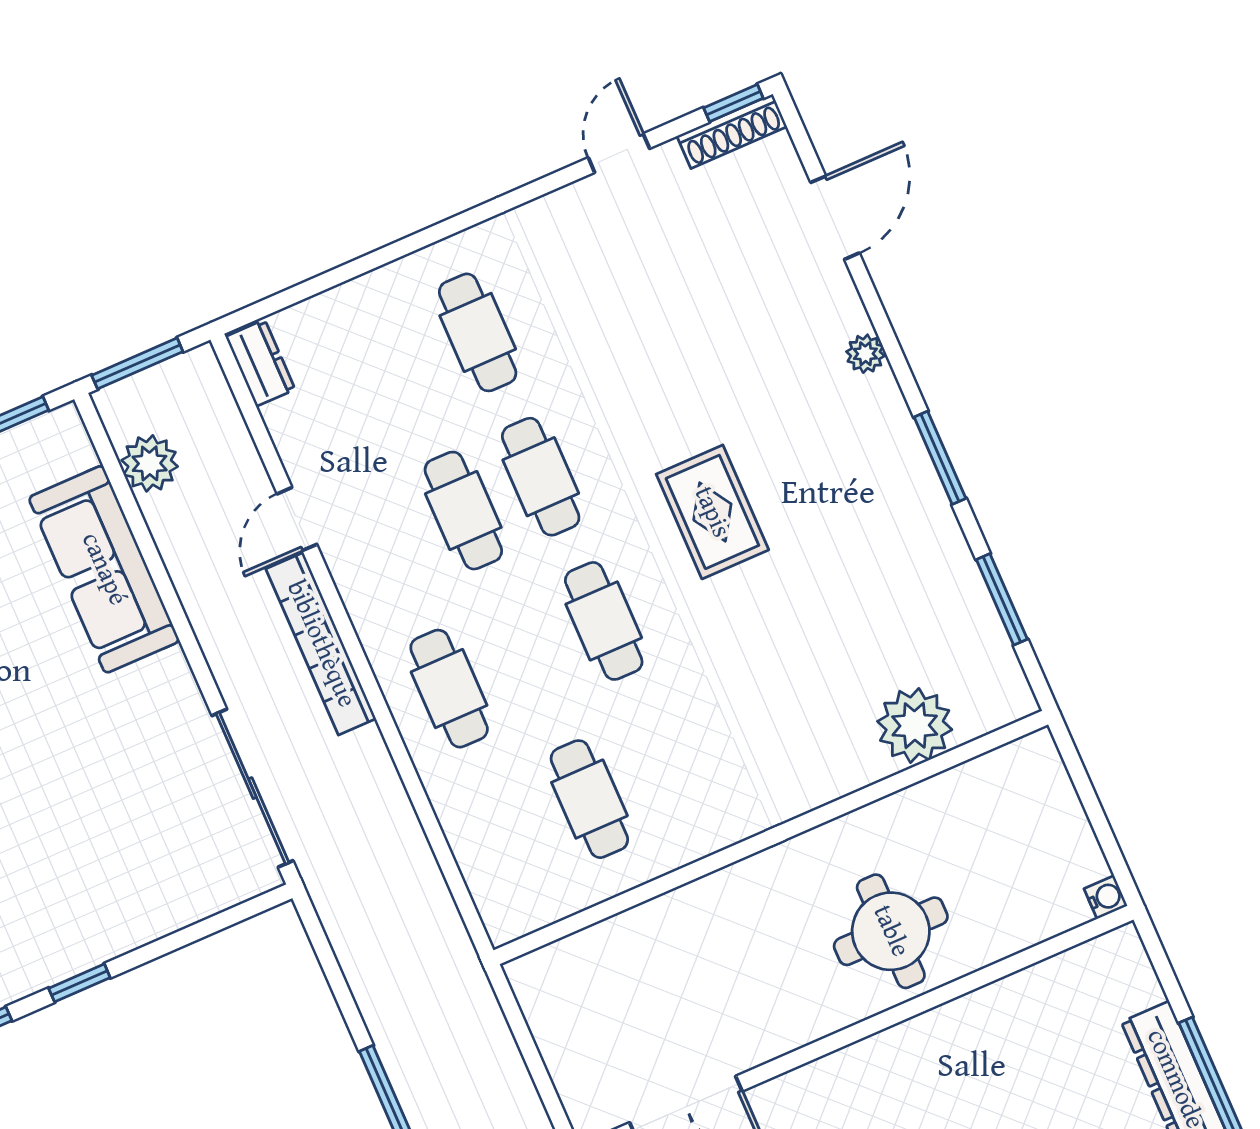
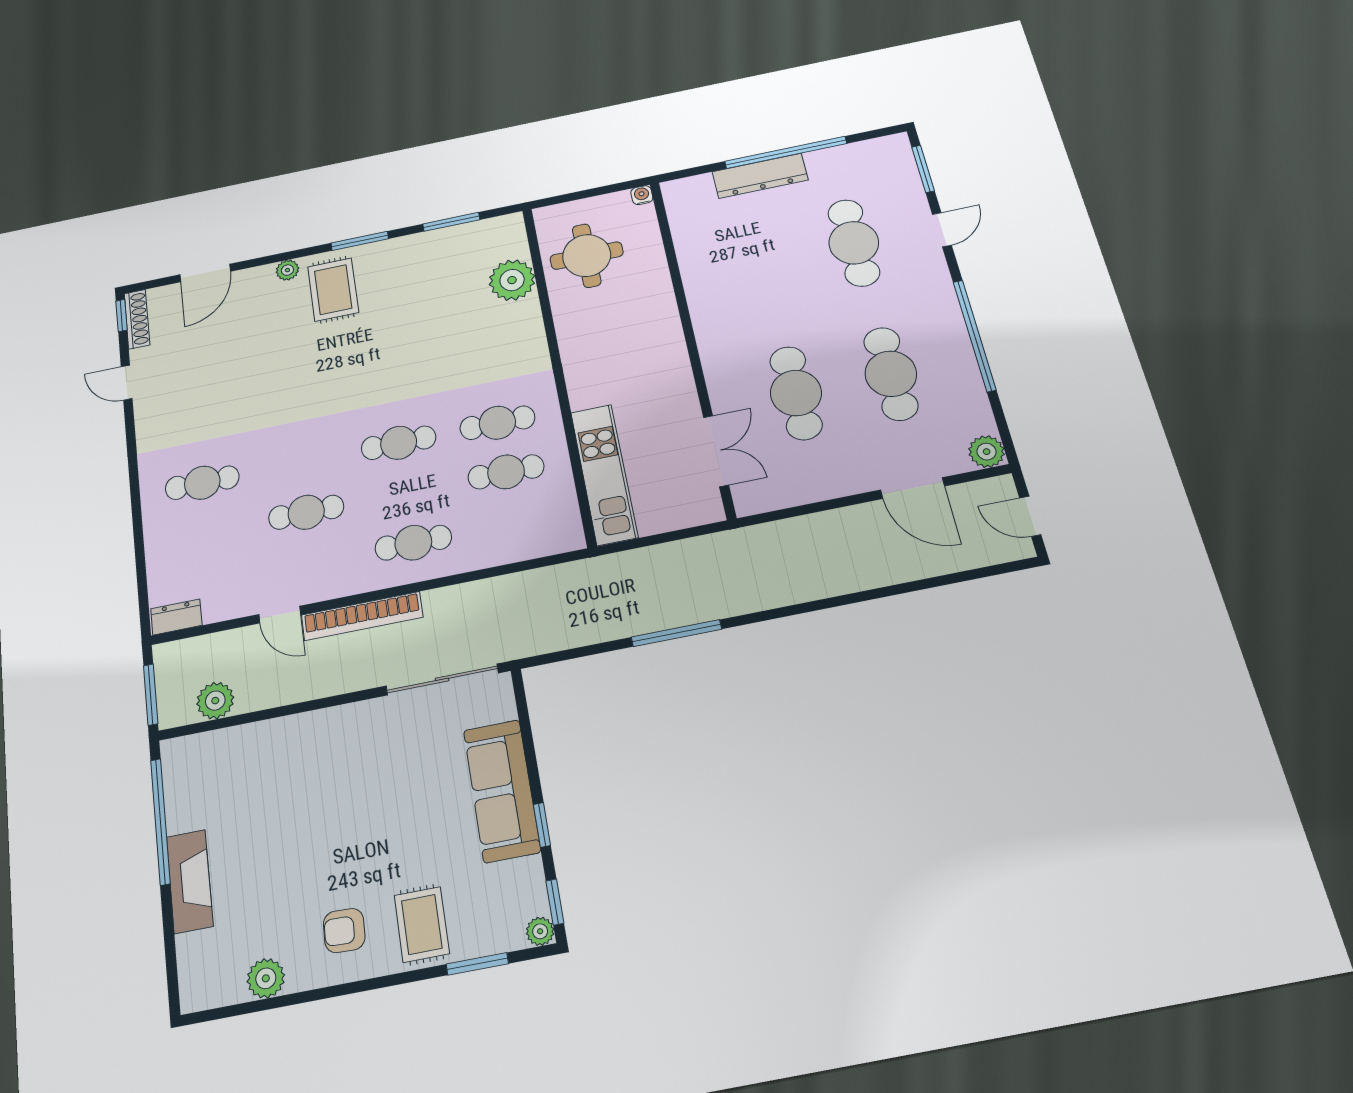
door: (835, 218) -> (205, 273), swing flipped
cafe table: (541, 477) -> (497, 423), moved
rug: (712, 512) -> (333, 290), moved, turned 90
sofa: (104, 569) -> (502, 791), moved, turned 90
round table: (891, 931) -> (587, 256), moved
kitchen unit: (615, 948) -> (604, 474), added

